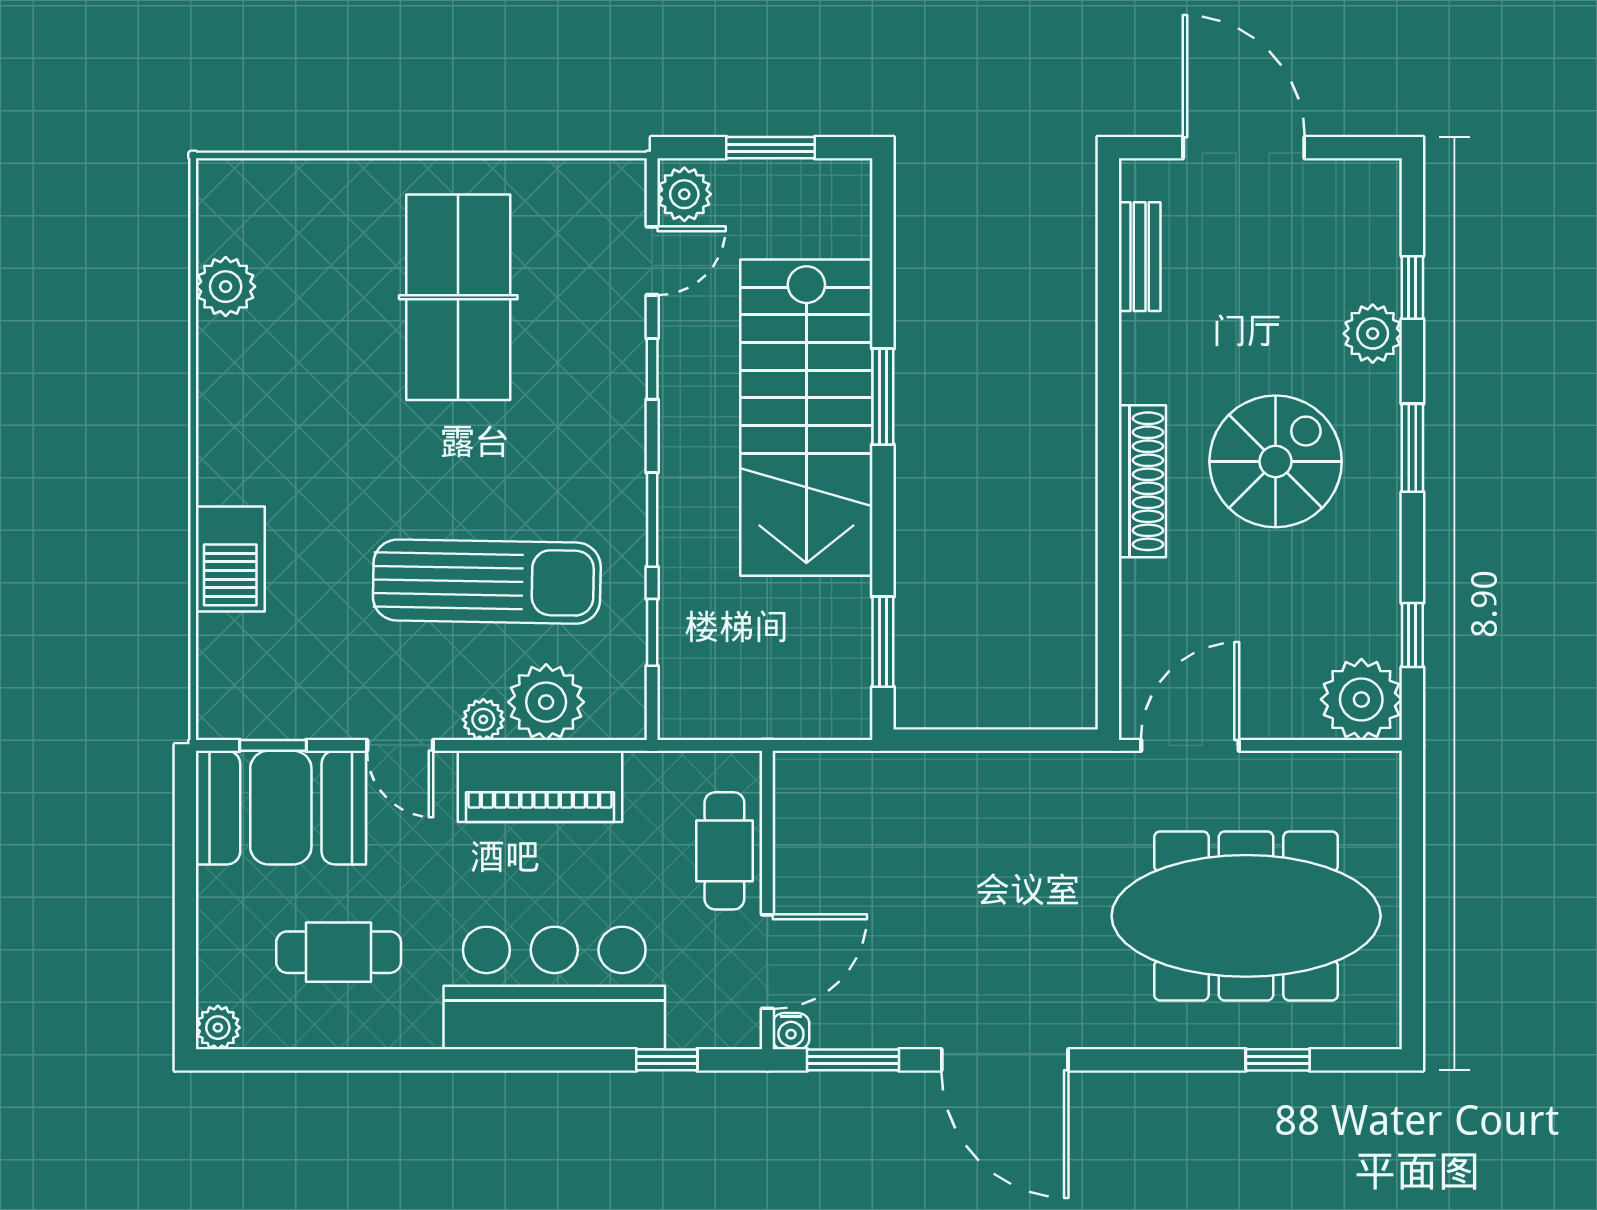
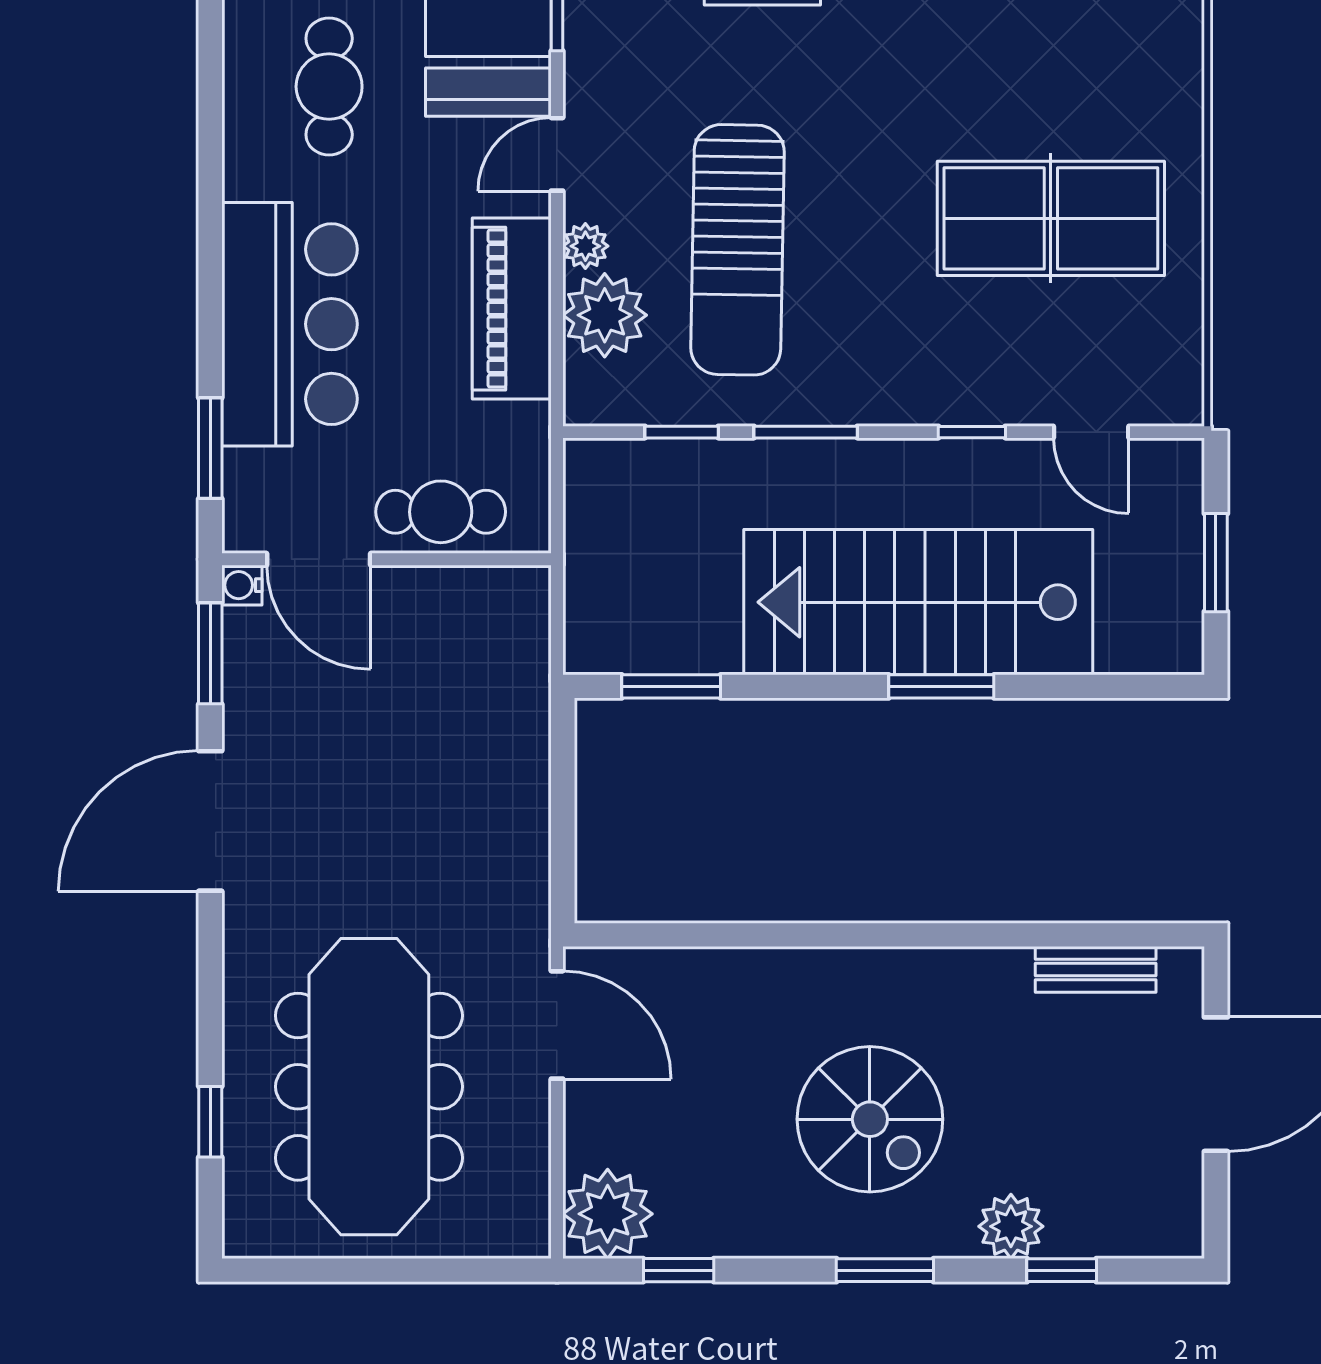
plant: (684, 194) -> (1164, 468), removed
shoe rack: (1142, 481) -> (848, 972), removed
window: (667, 1060) -> (210, 448), width x1.50

